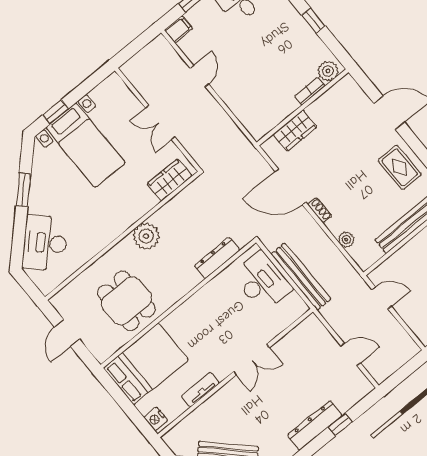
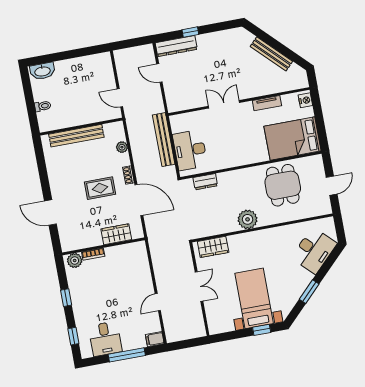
rug: (400, 167) -> (100, 188), moved, turned 90
dresser: (217, 258) -> (205, 182), width x0.70
dresser: (315, 425) -> (176, 46), moved

